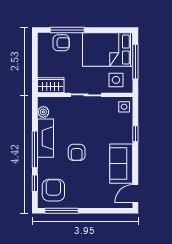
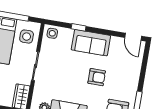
armchair: (77, 152) -> (97, 77), moved
sofa: (121, 164) -> (91, 43), moved

